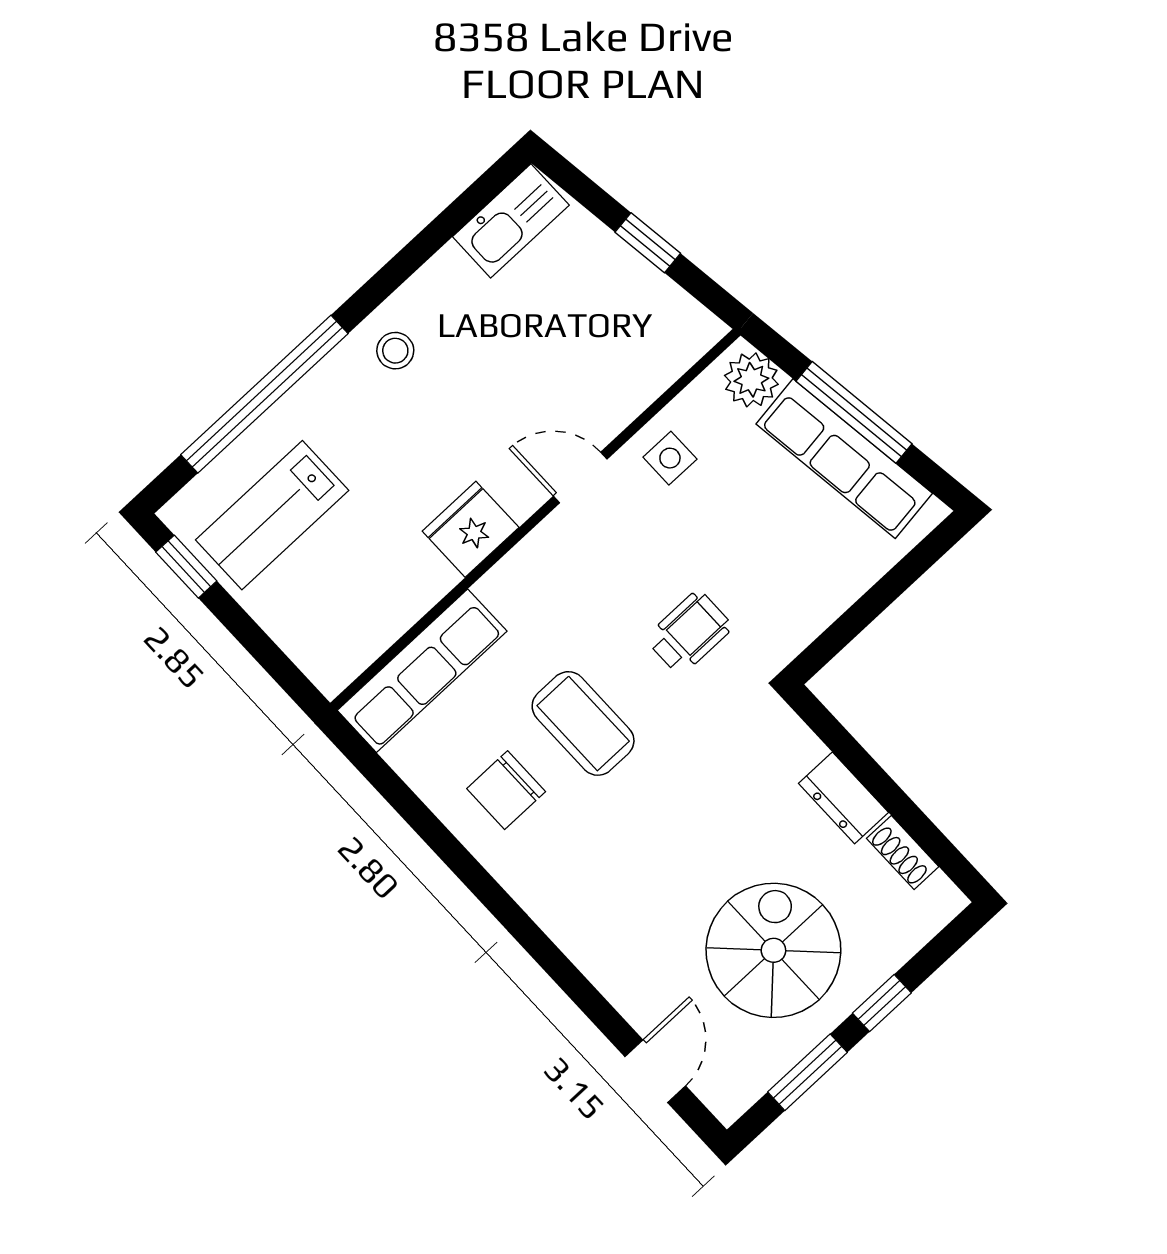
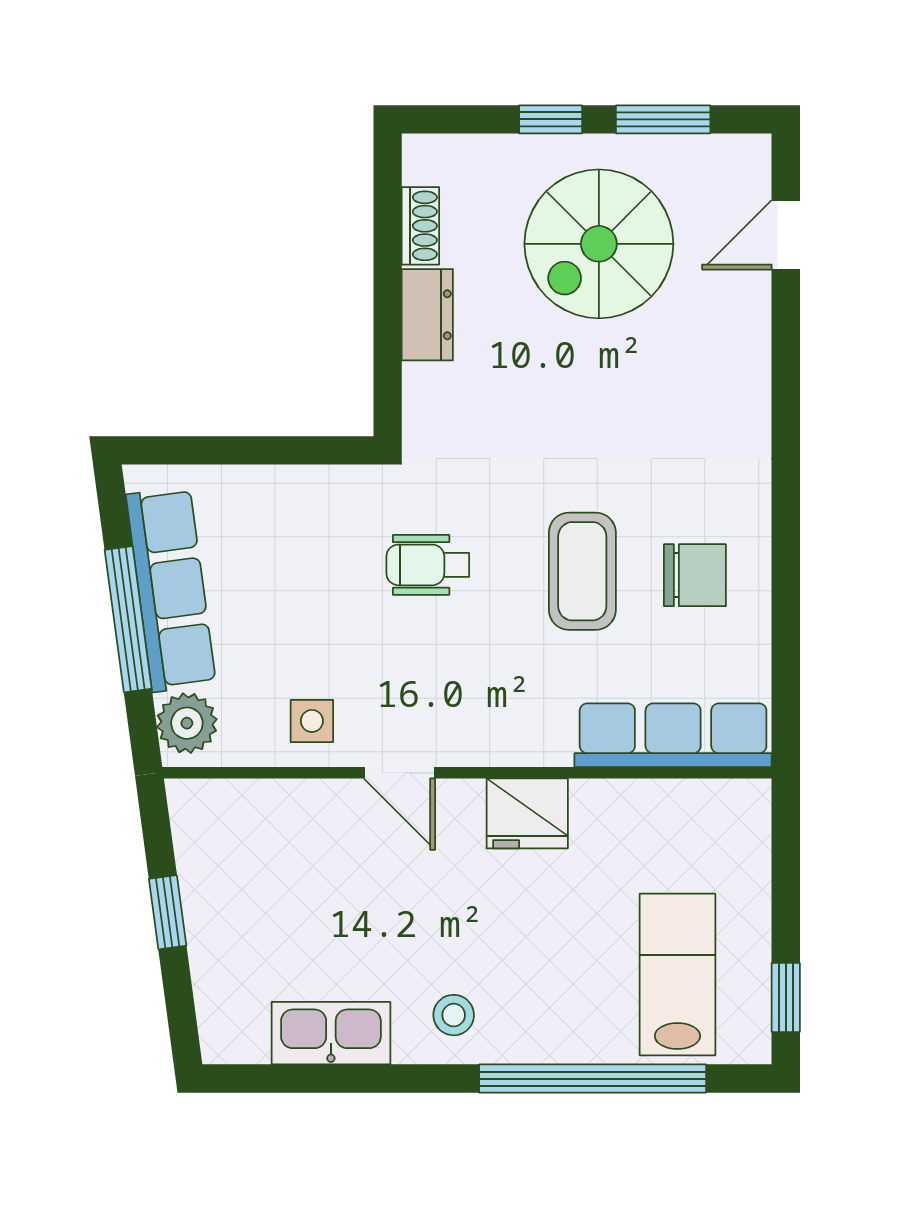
kitchen sink: (511, 221) -> (331, 1033), moved
lab bench: (272, 515) -> (677, 975), turned -90

